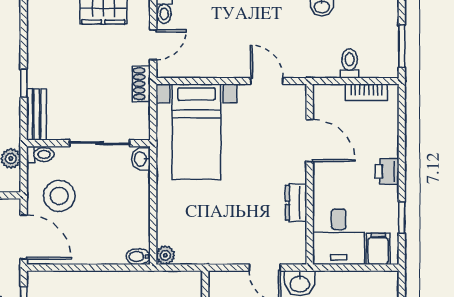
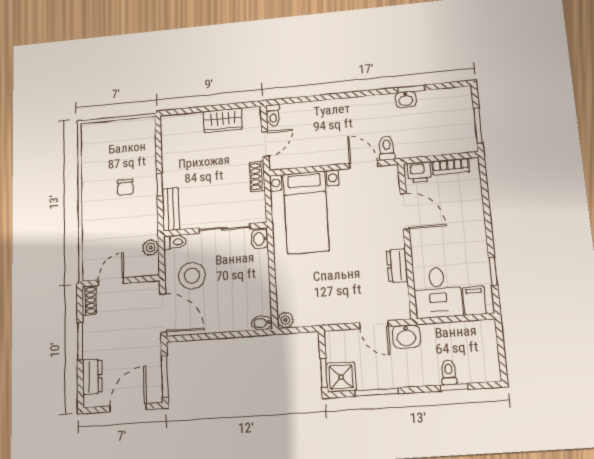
toilet: (350, 63) -> (387, 148), moved
printer: (387, 171) -> (420, 172), moved, turned -90

